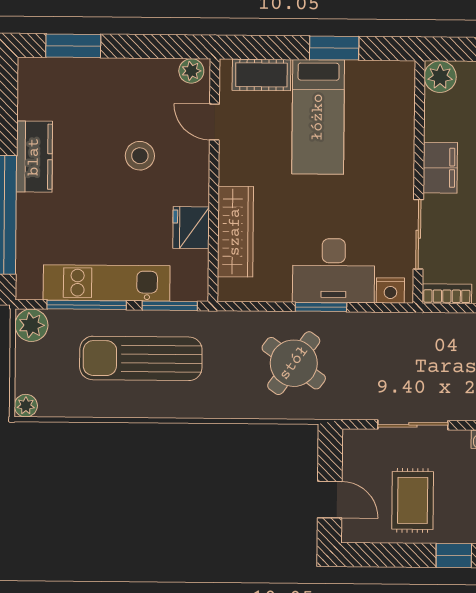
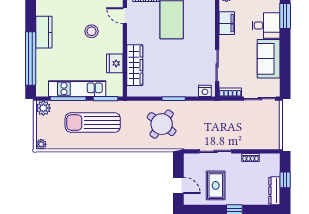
filing cabinet: (440, 168) -> (227, 23), moved
desk: (334, 271) -> (179, 82), removed

